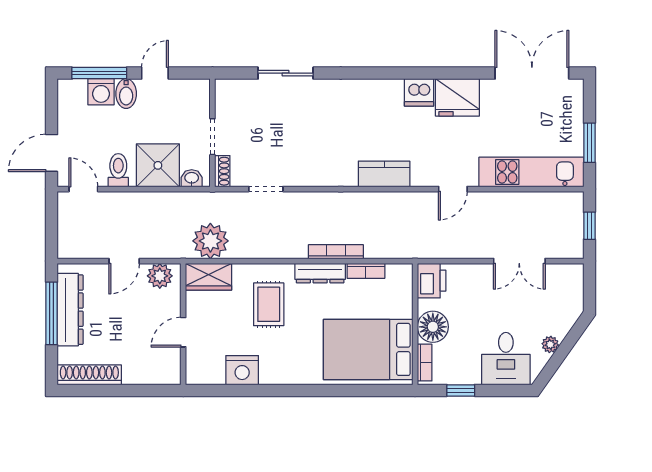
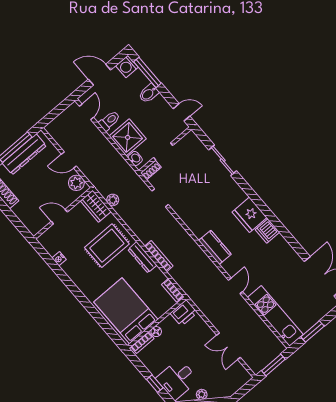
door: (155, 73) -> (182, 112), moved
washing machine: (101, 92) -> (127, 66), moved
fridge: (457, 97) -> (250, 215), moved
door: (52, 153) -> (100, 75), moved
door: (453, 189) -> (236, 286), swing flipped
window: (589, 226) -> (273, 365), width x1.50
plant: (210, 241) -> (113, 200), width x0.53, depth x0.53
bookcase: (366, 271) -> (173, 290), moved
rug: (269, 304) -> (107, 246), width x1.36, depth x1.43
floor lamp: (433, 327) -> (156, 332), width x0.53, depth x0.53
nightstand: (242, 370) -> (59, 259), width x0.53, depth x0.56
window: (461, 390) -> (155, 384), moved

